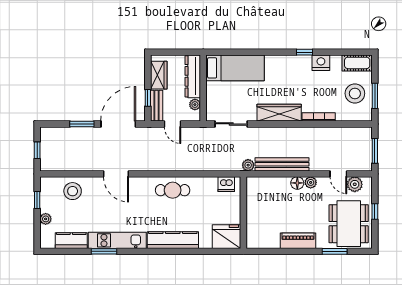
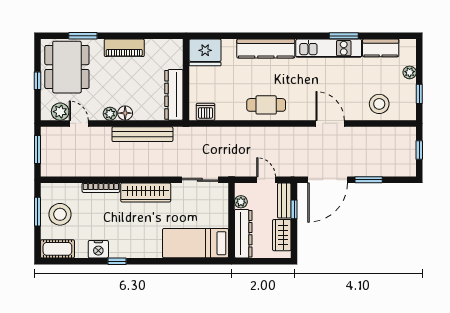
plant: (248, 165) -> (181, 133), removed
dresser: (254, 199) -> (174, 95), added

